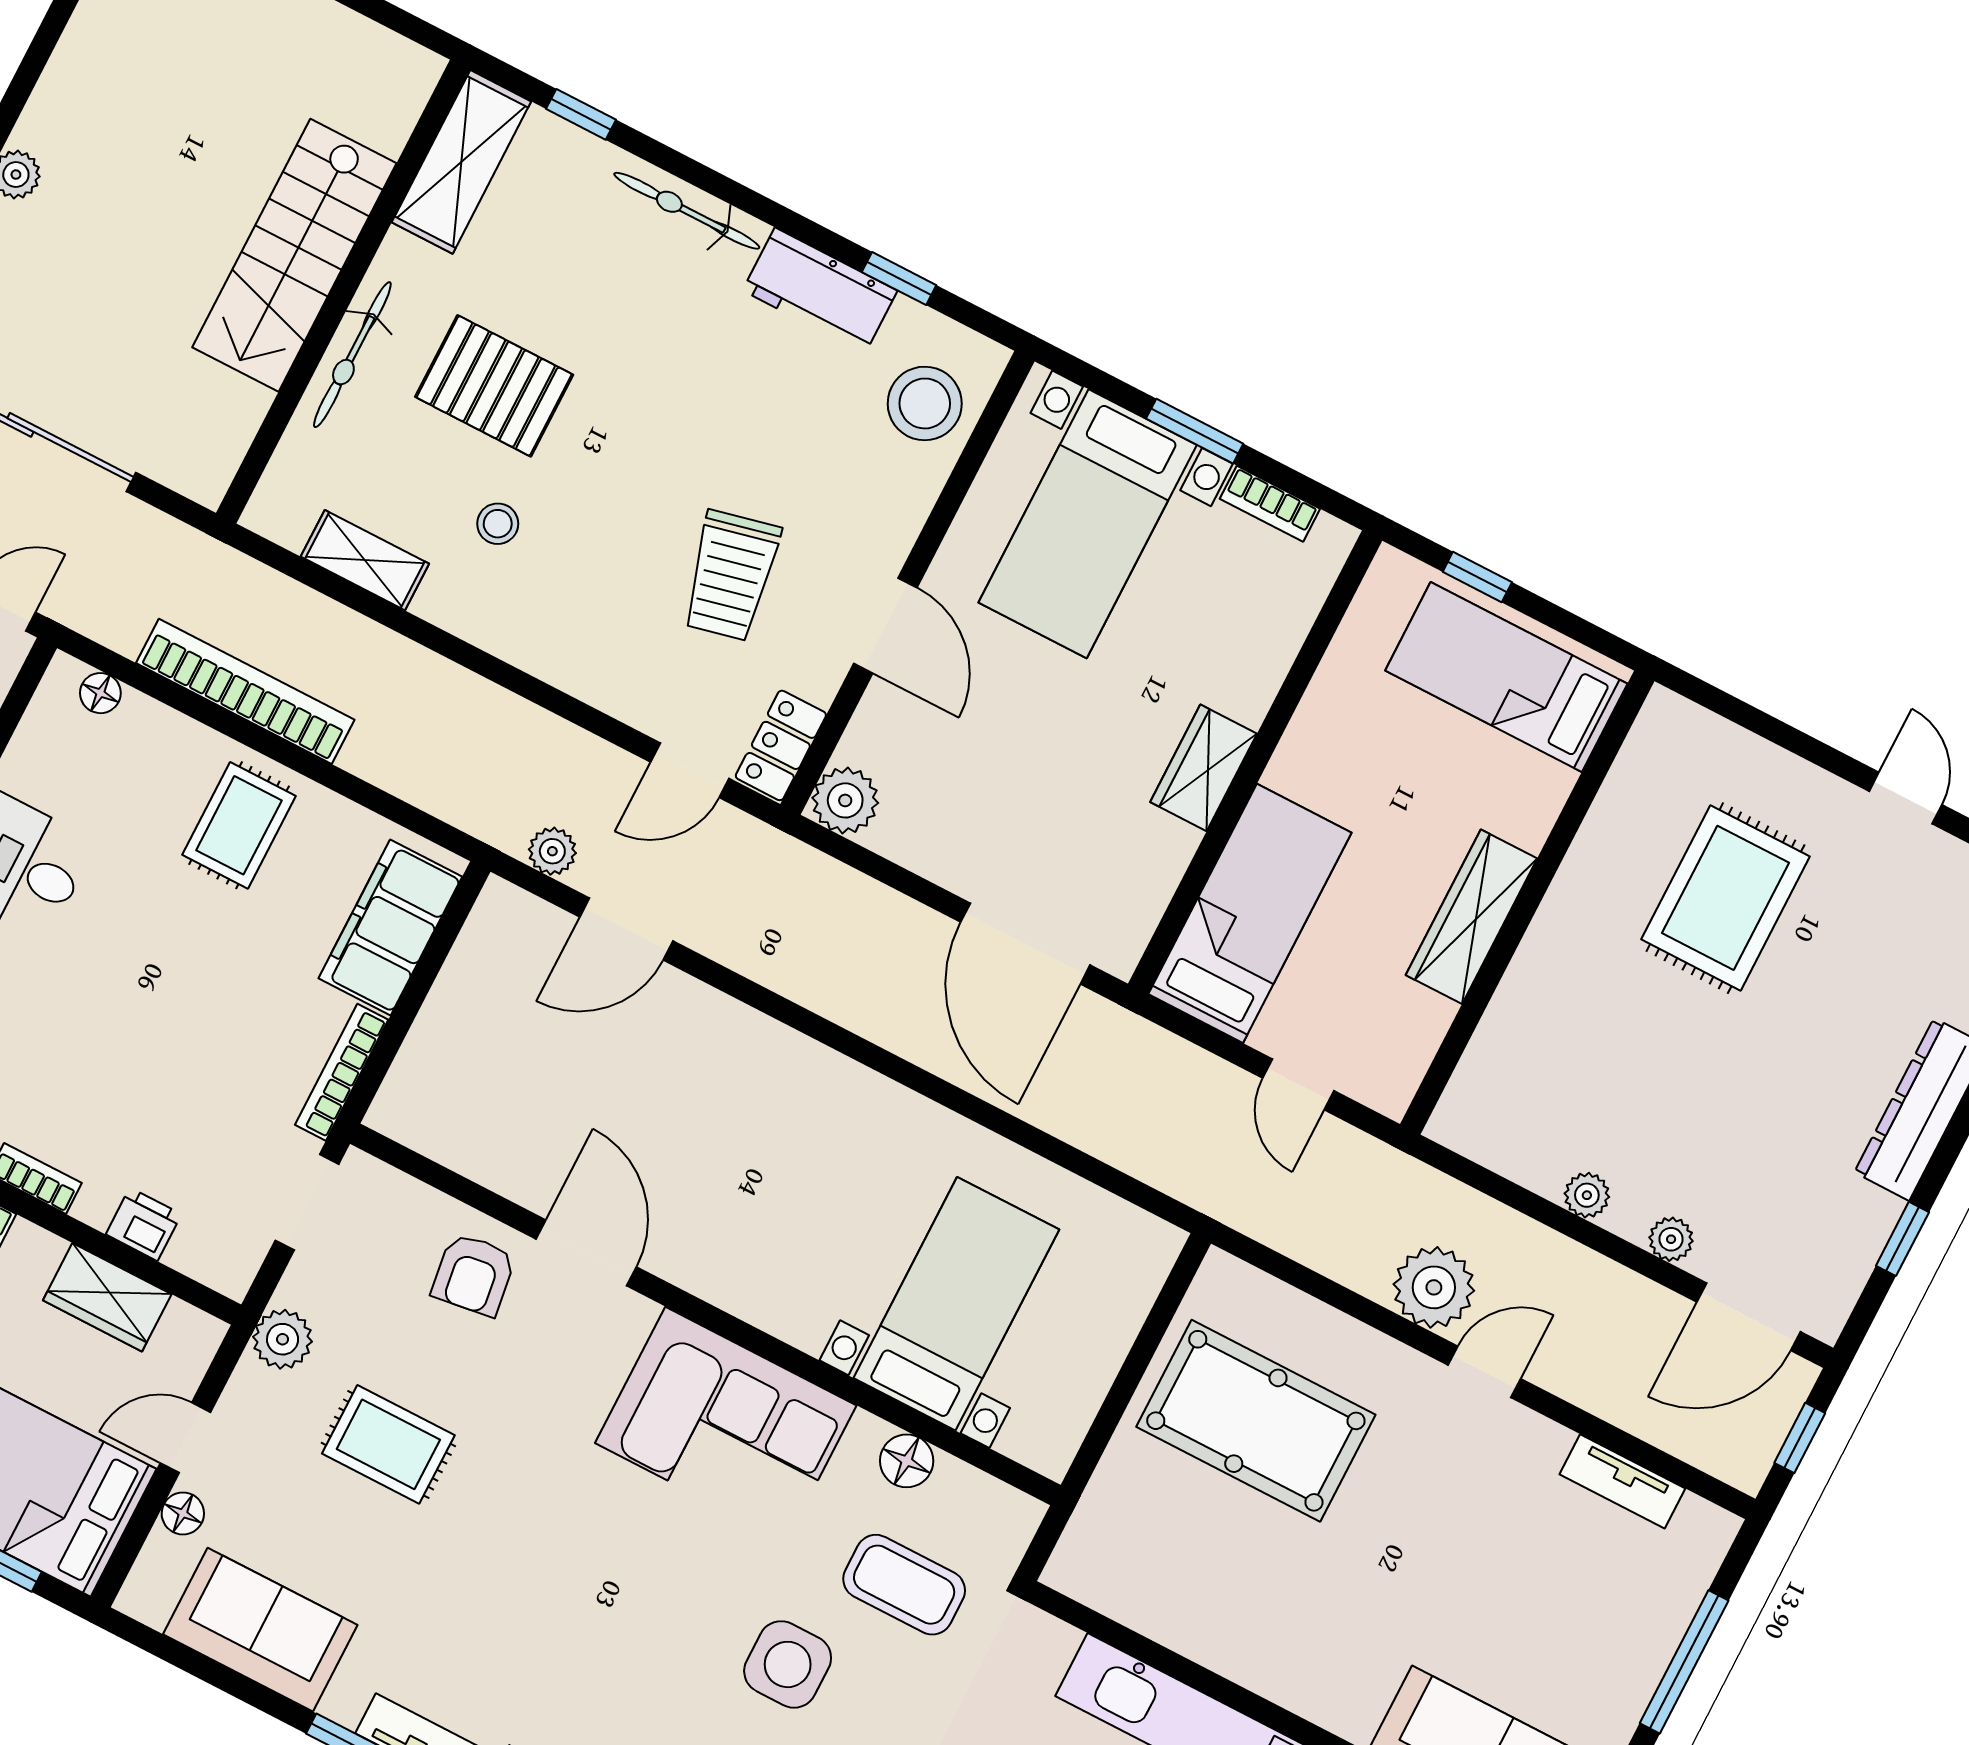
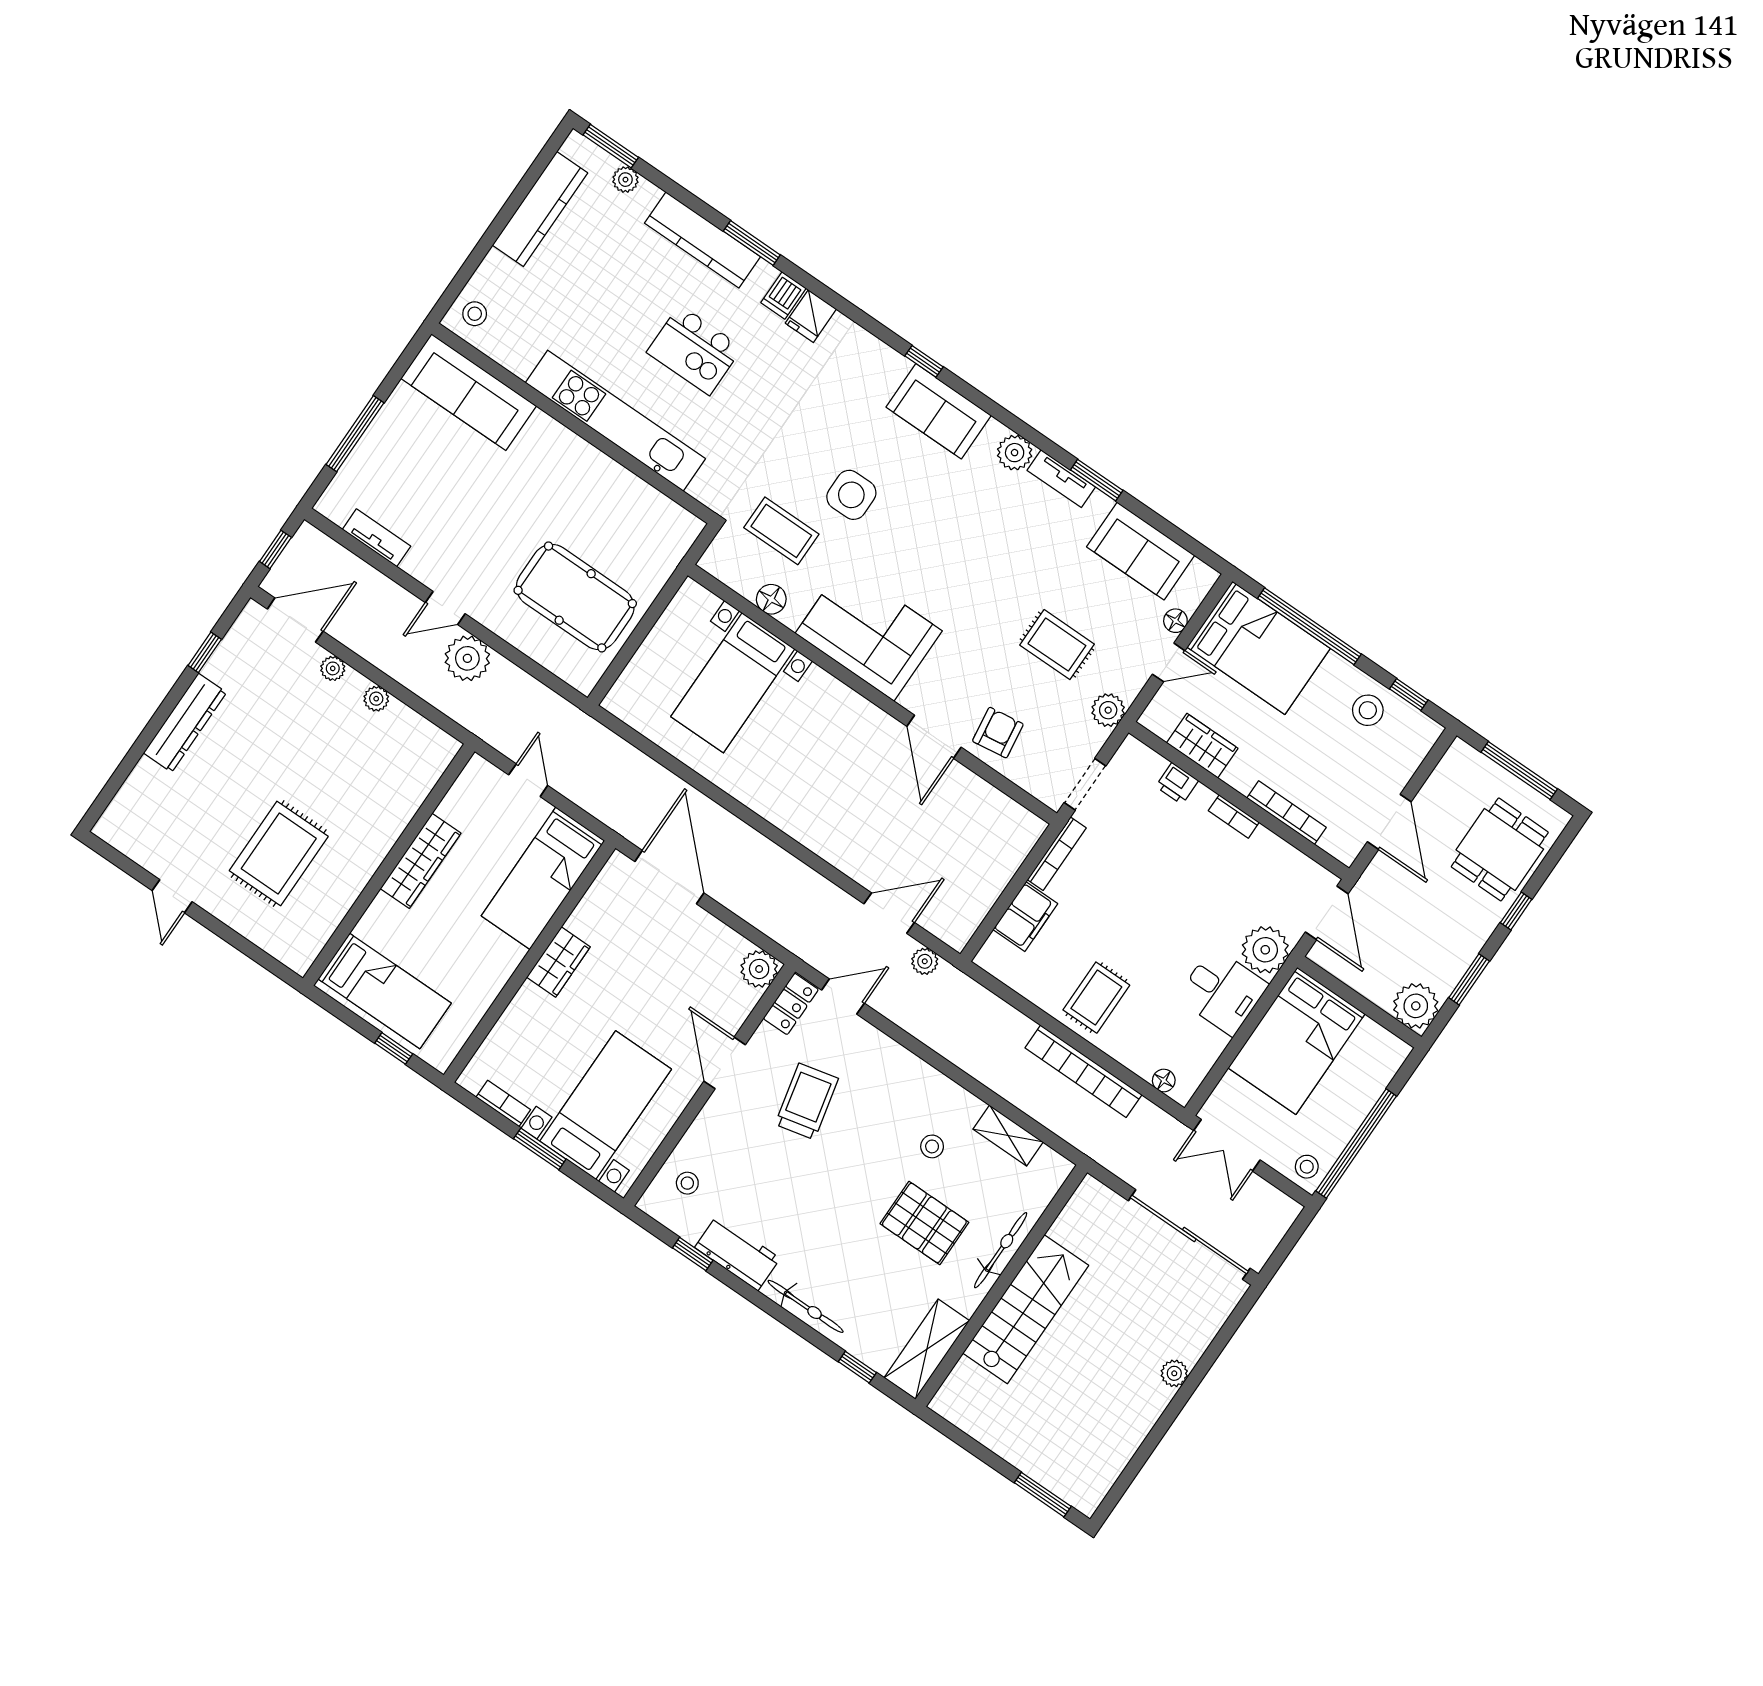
stool: (925, 403) -> (687, 1183), width x0.53, depth x0.53
filing cabinet: (390, 927) -> (1025, 917), width x0.67, depth x0.86

